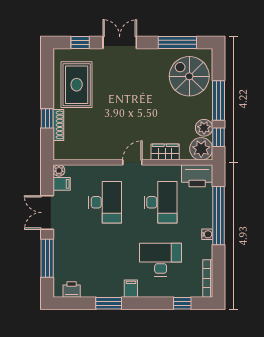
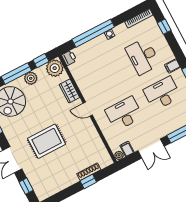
rug: (77, 85) -> (47, 141), moved
plant: (204, 128) -> (31, 78), moved
printer: (197, 176) -> (69, 58), width x0.53, depth x0.68
desk: (161, 202) -> (162, 93), moved

